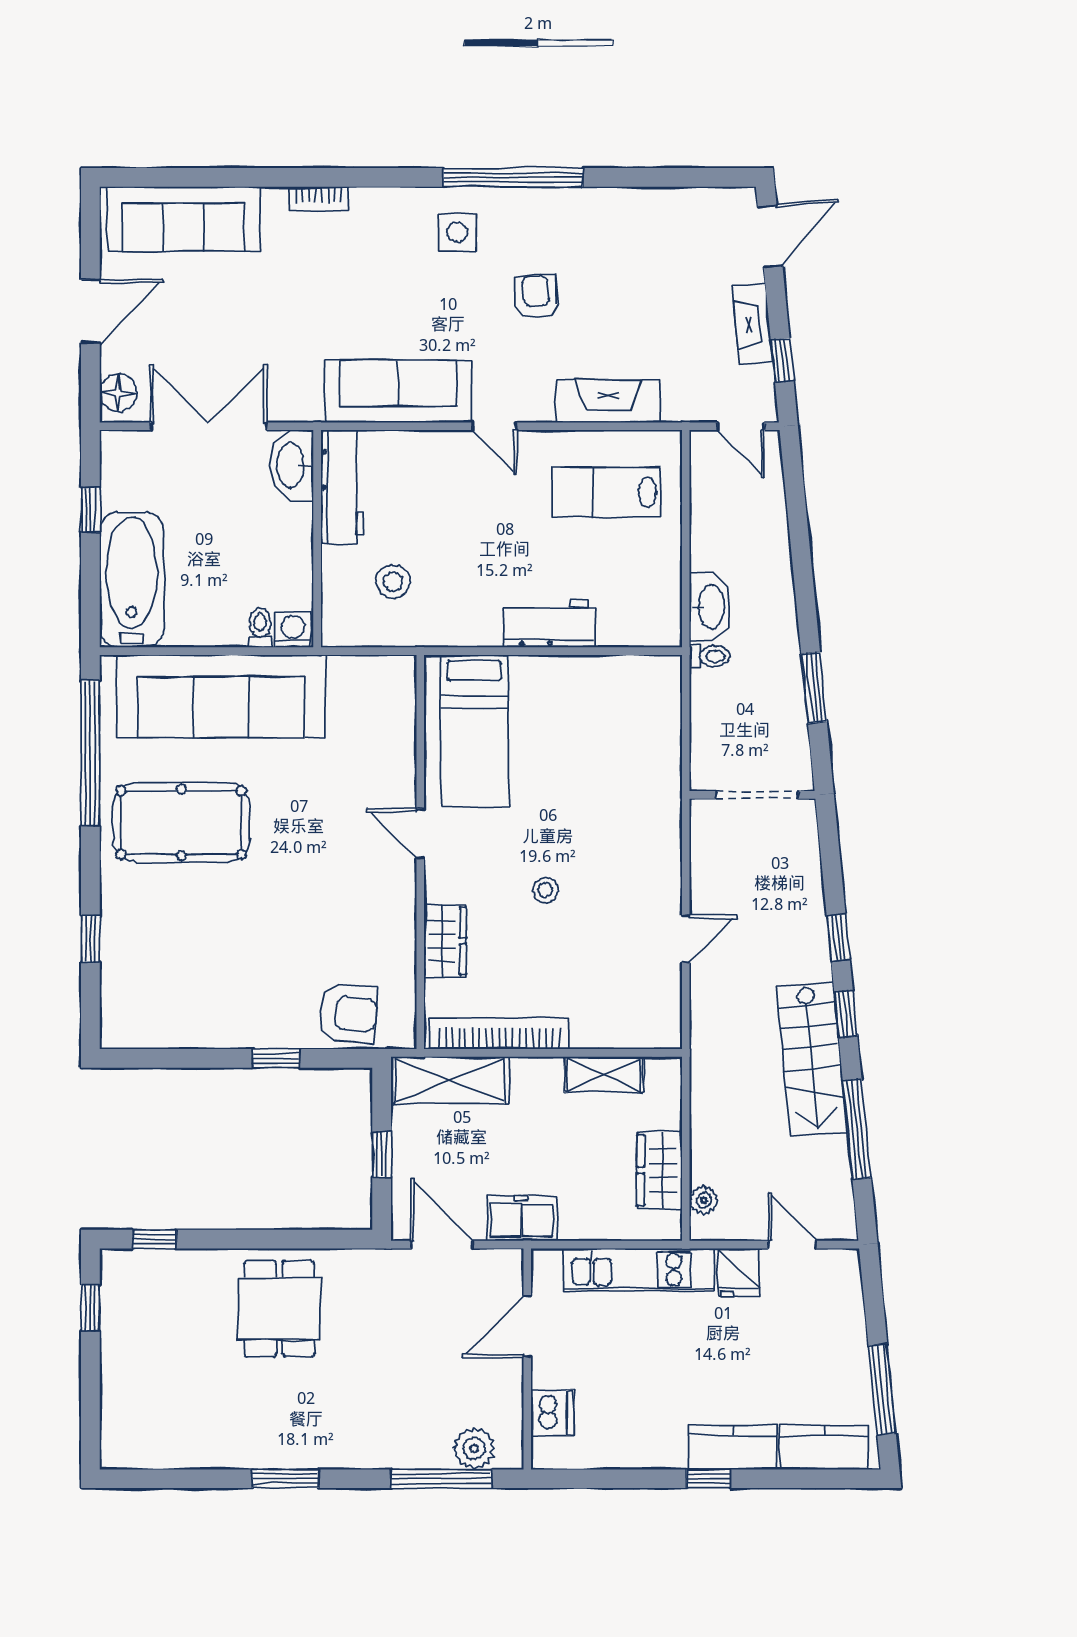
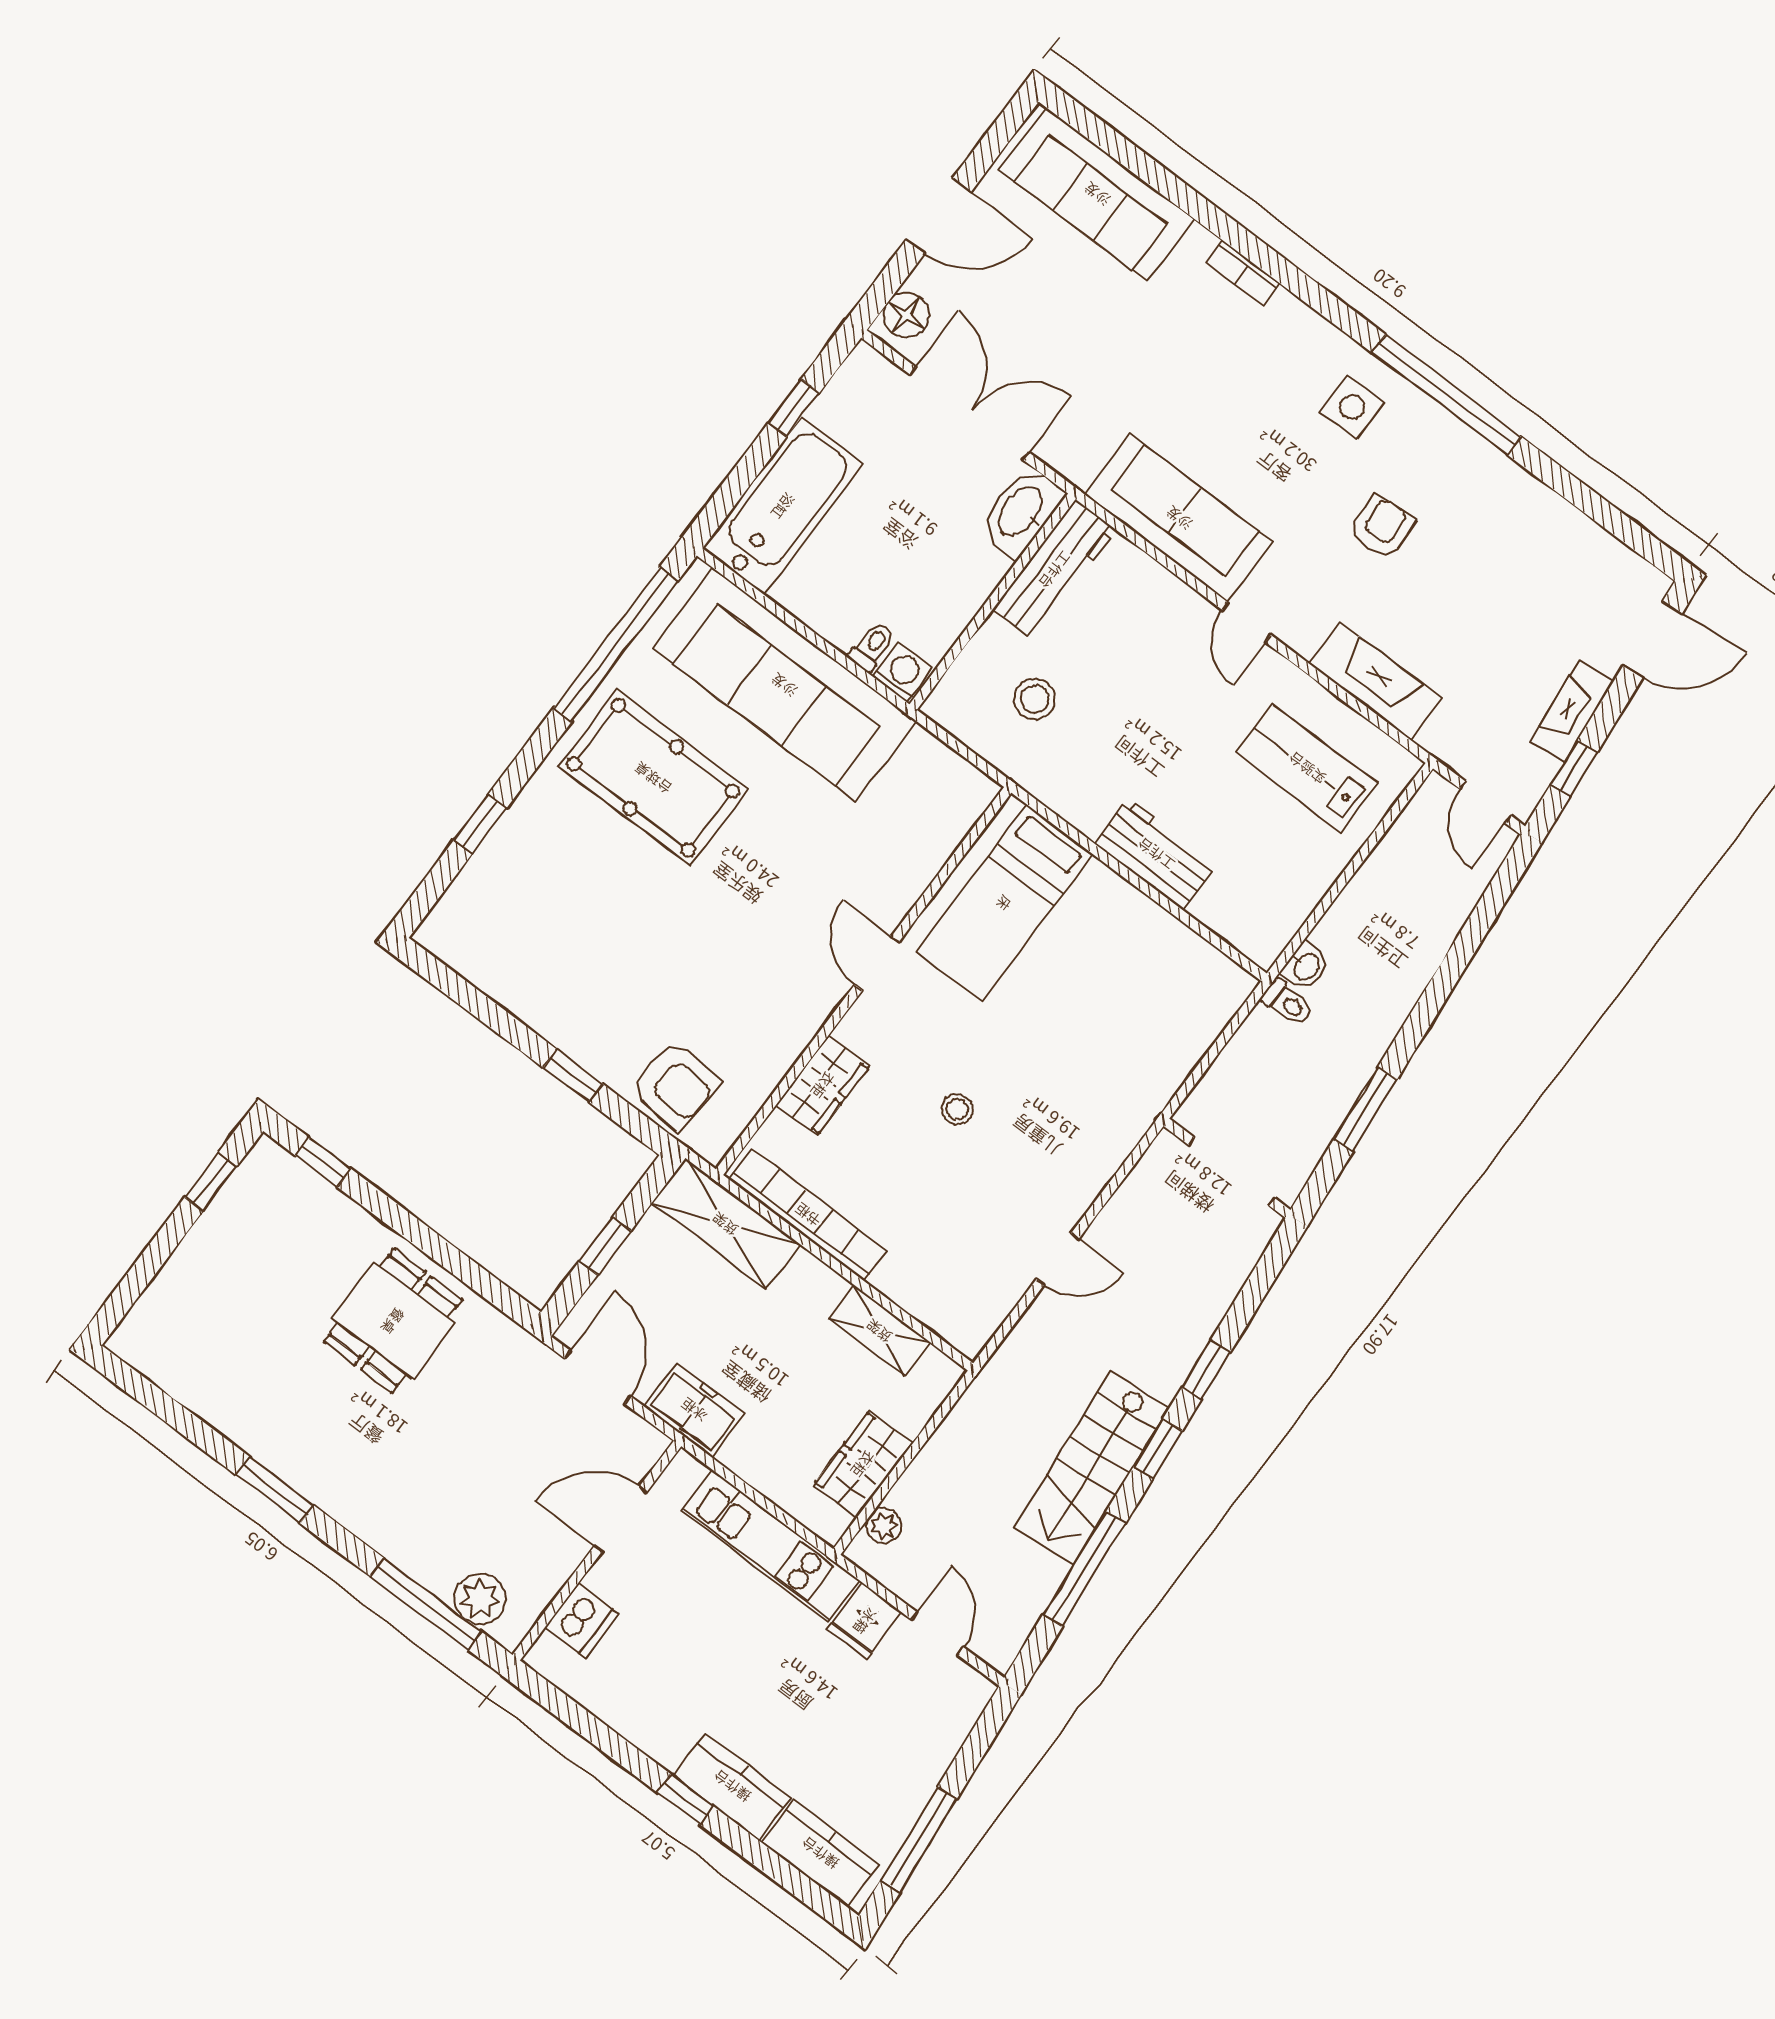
washbasin: (710, 607) -> (1306, 966), width x0.52, depth x0.69

